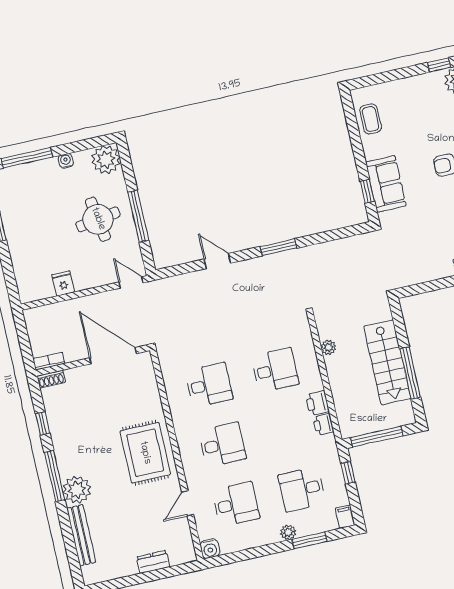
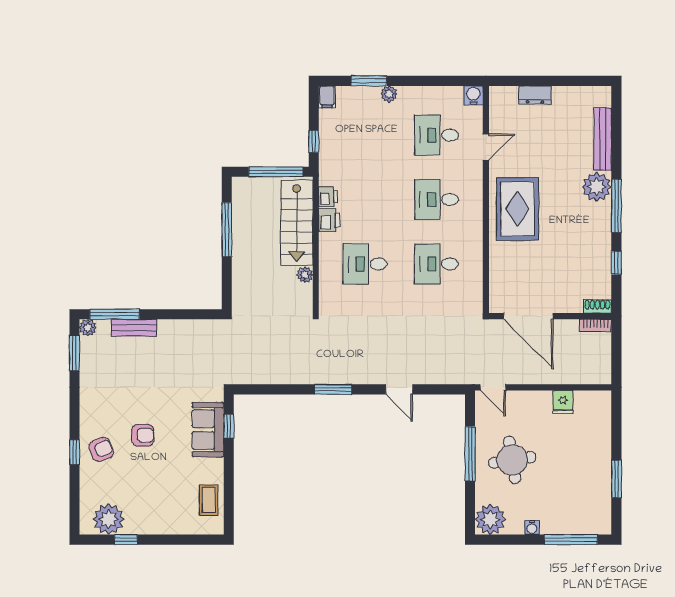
stairs: (387, 362) -> (297, 223), moved, turned 180
desk: (302, 489) -> (365, 135), removed

